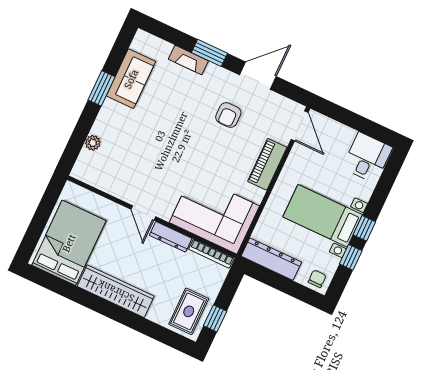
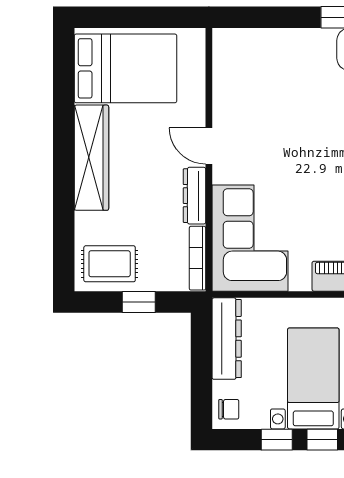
plant: (93, 143) -> (269, 39), removed
door: (143, 213) -> (209, 146), hinge flipped
window: (215, 318) -> (139, 302), moved

